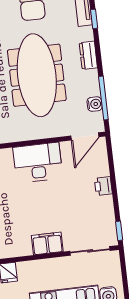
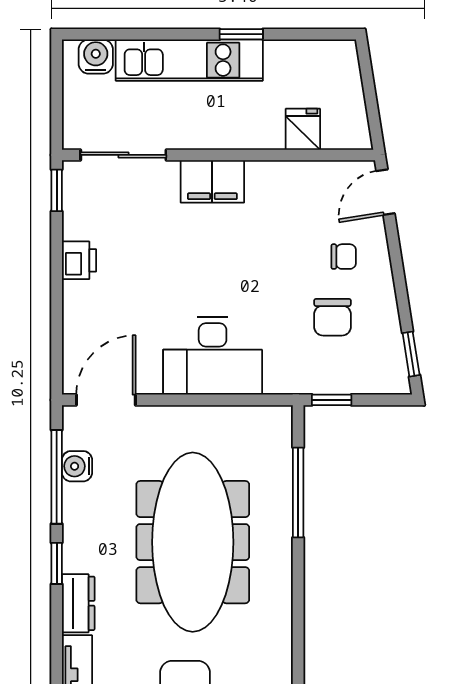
window: (94, 19) -> (57, 563), moved
dresser: (88, 55) -> (78, 603), moved
printer: (103, 186) -> (79, 260), moved

